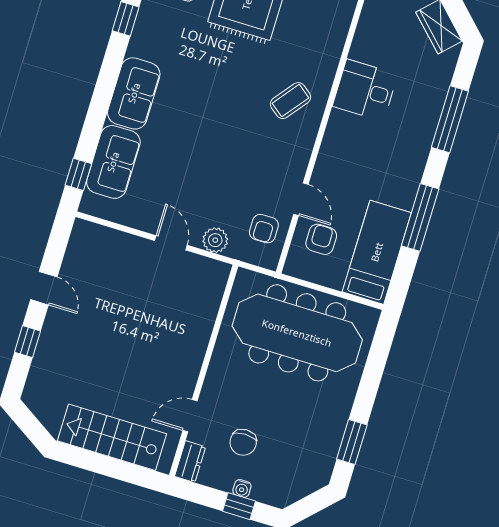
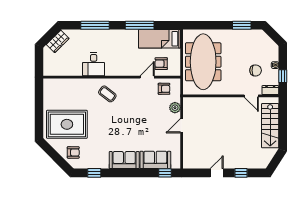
window: (239, 506) -> (283, 76), moved

